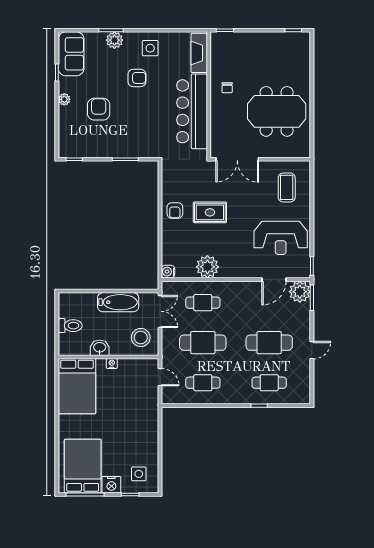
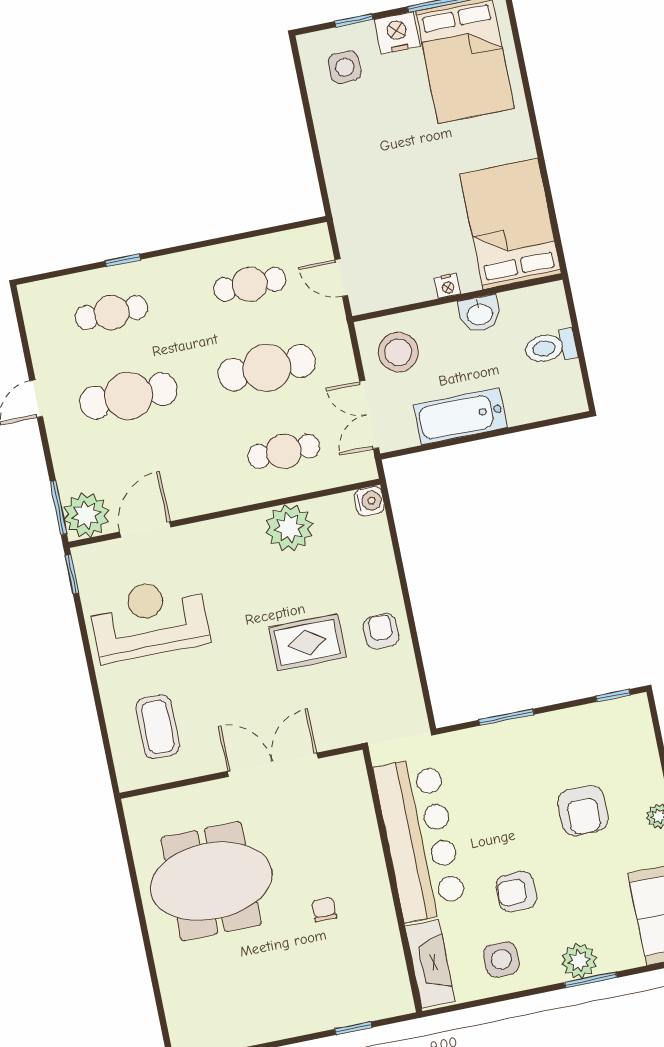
fireplace: (199, 53) -> (430, 963), moved
wall: (209, 95) -> (392, 880), moved
bar counter: (192, 111) -> (420, 839), moved

